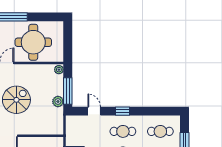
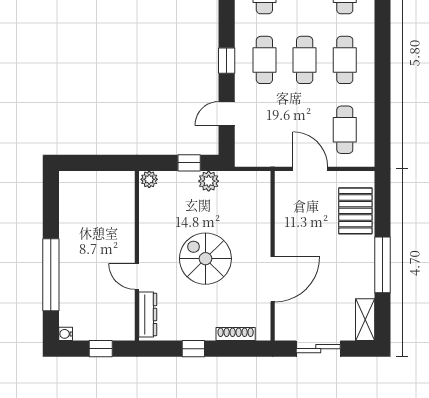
round table: (33, 42) -> (98, 227), removed
window: (68, 91) -> (189, 163), width x0.46

